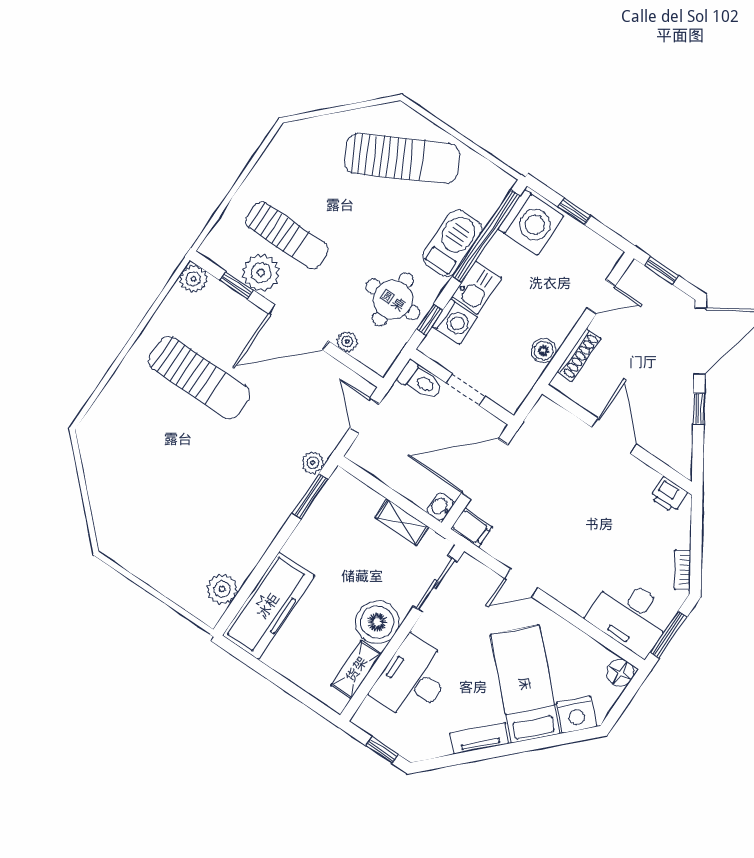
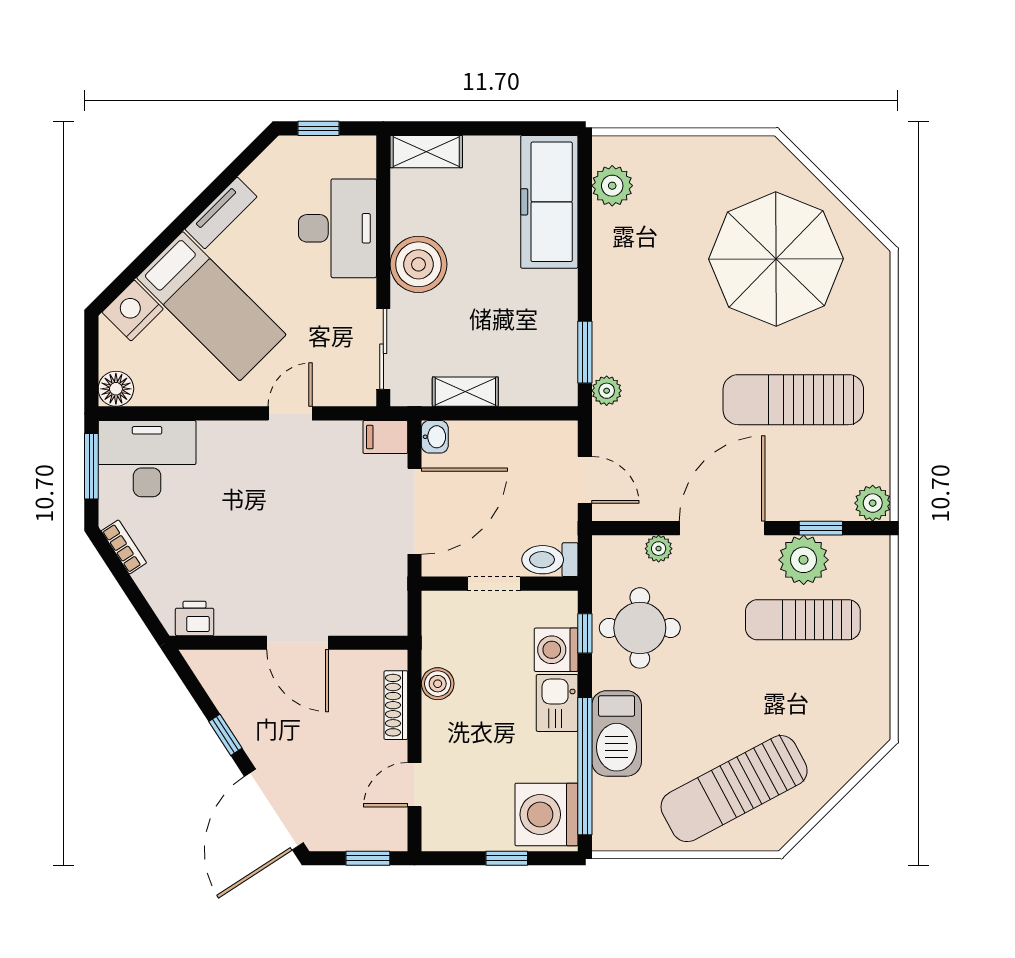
parasol: (150, 474) -> (776, 259), added
shelving: (356, 669) -> (426, 152), moved, turned 90

